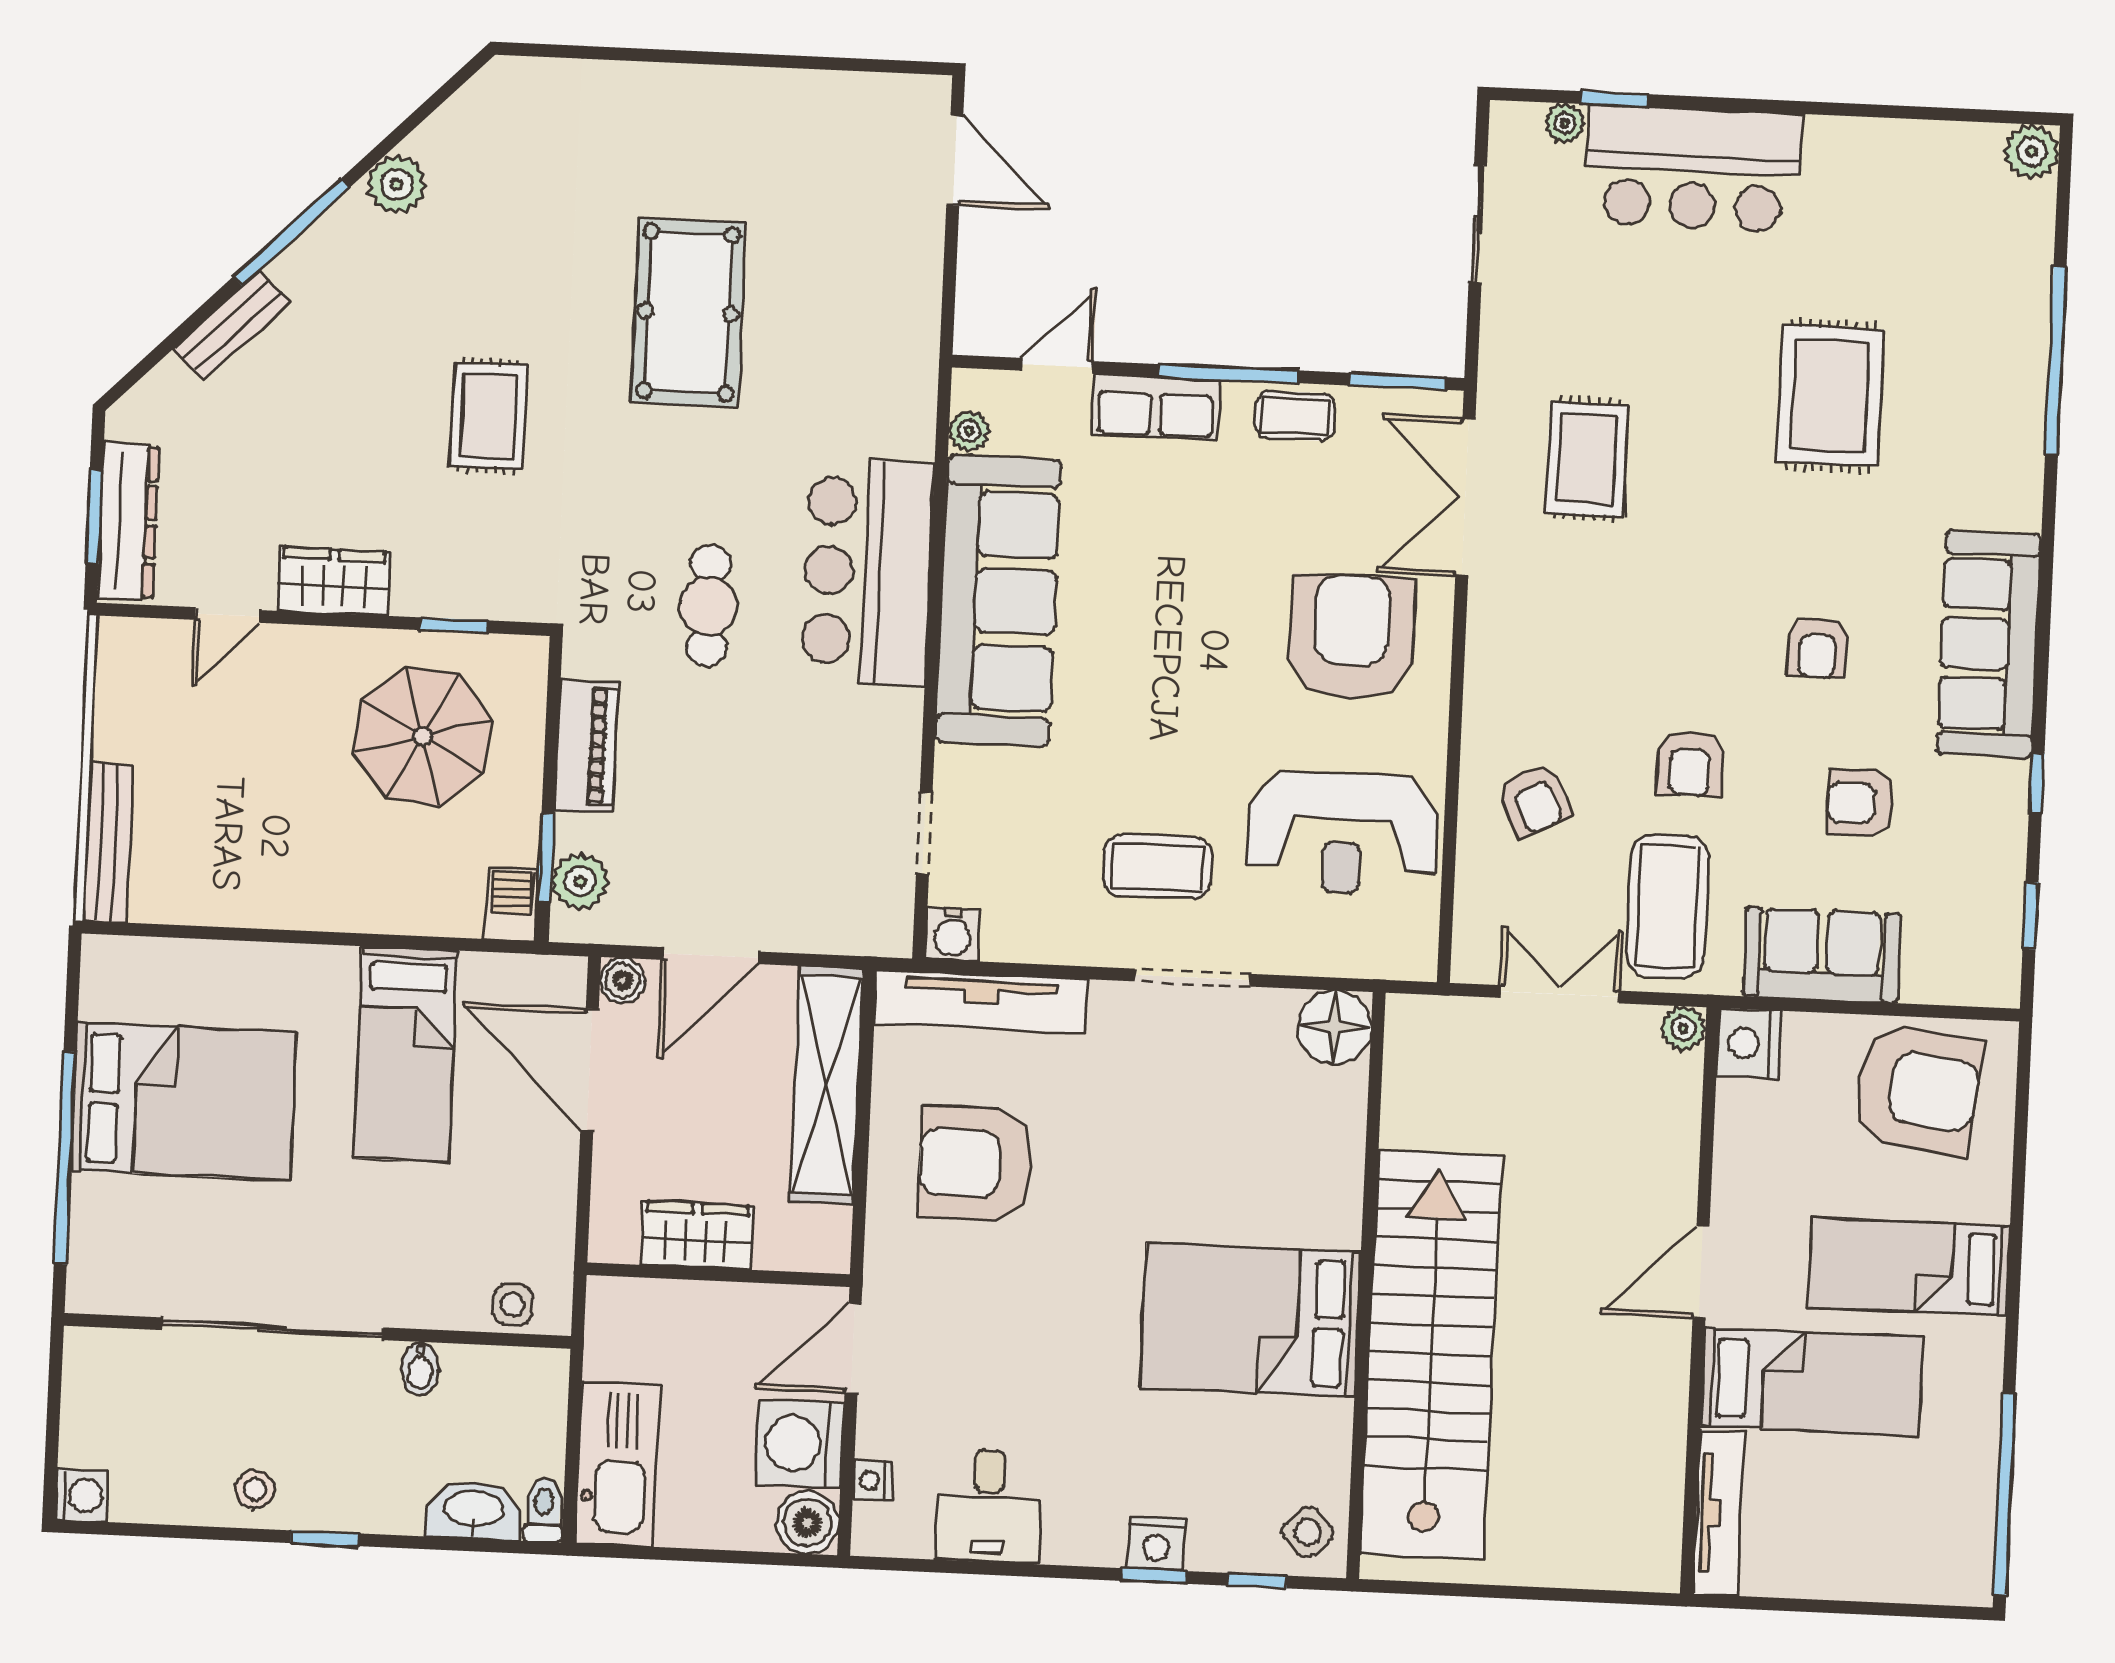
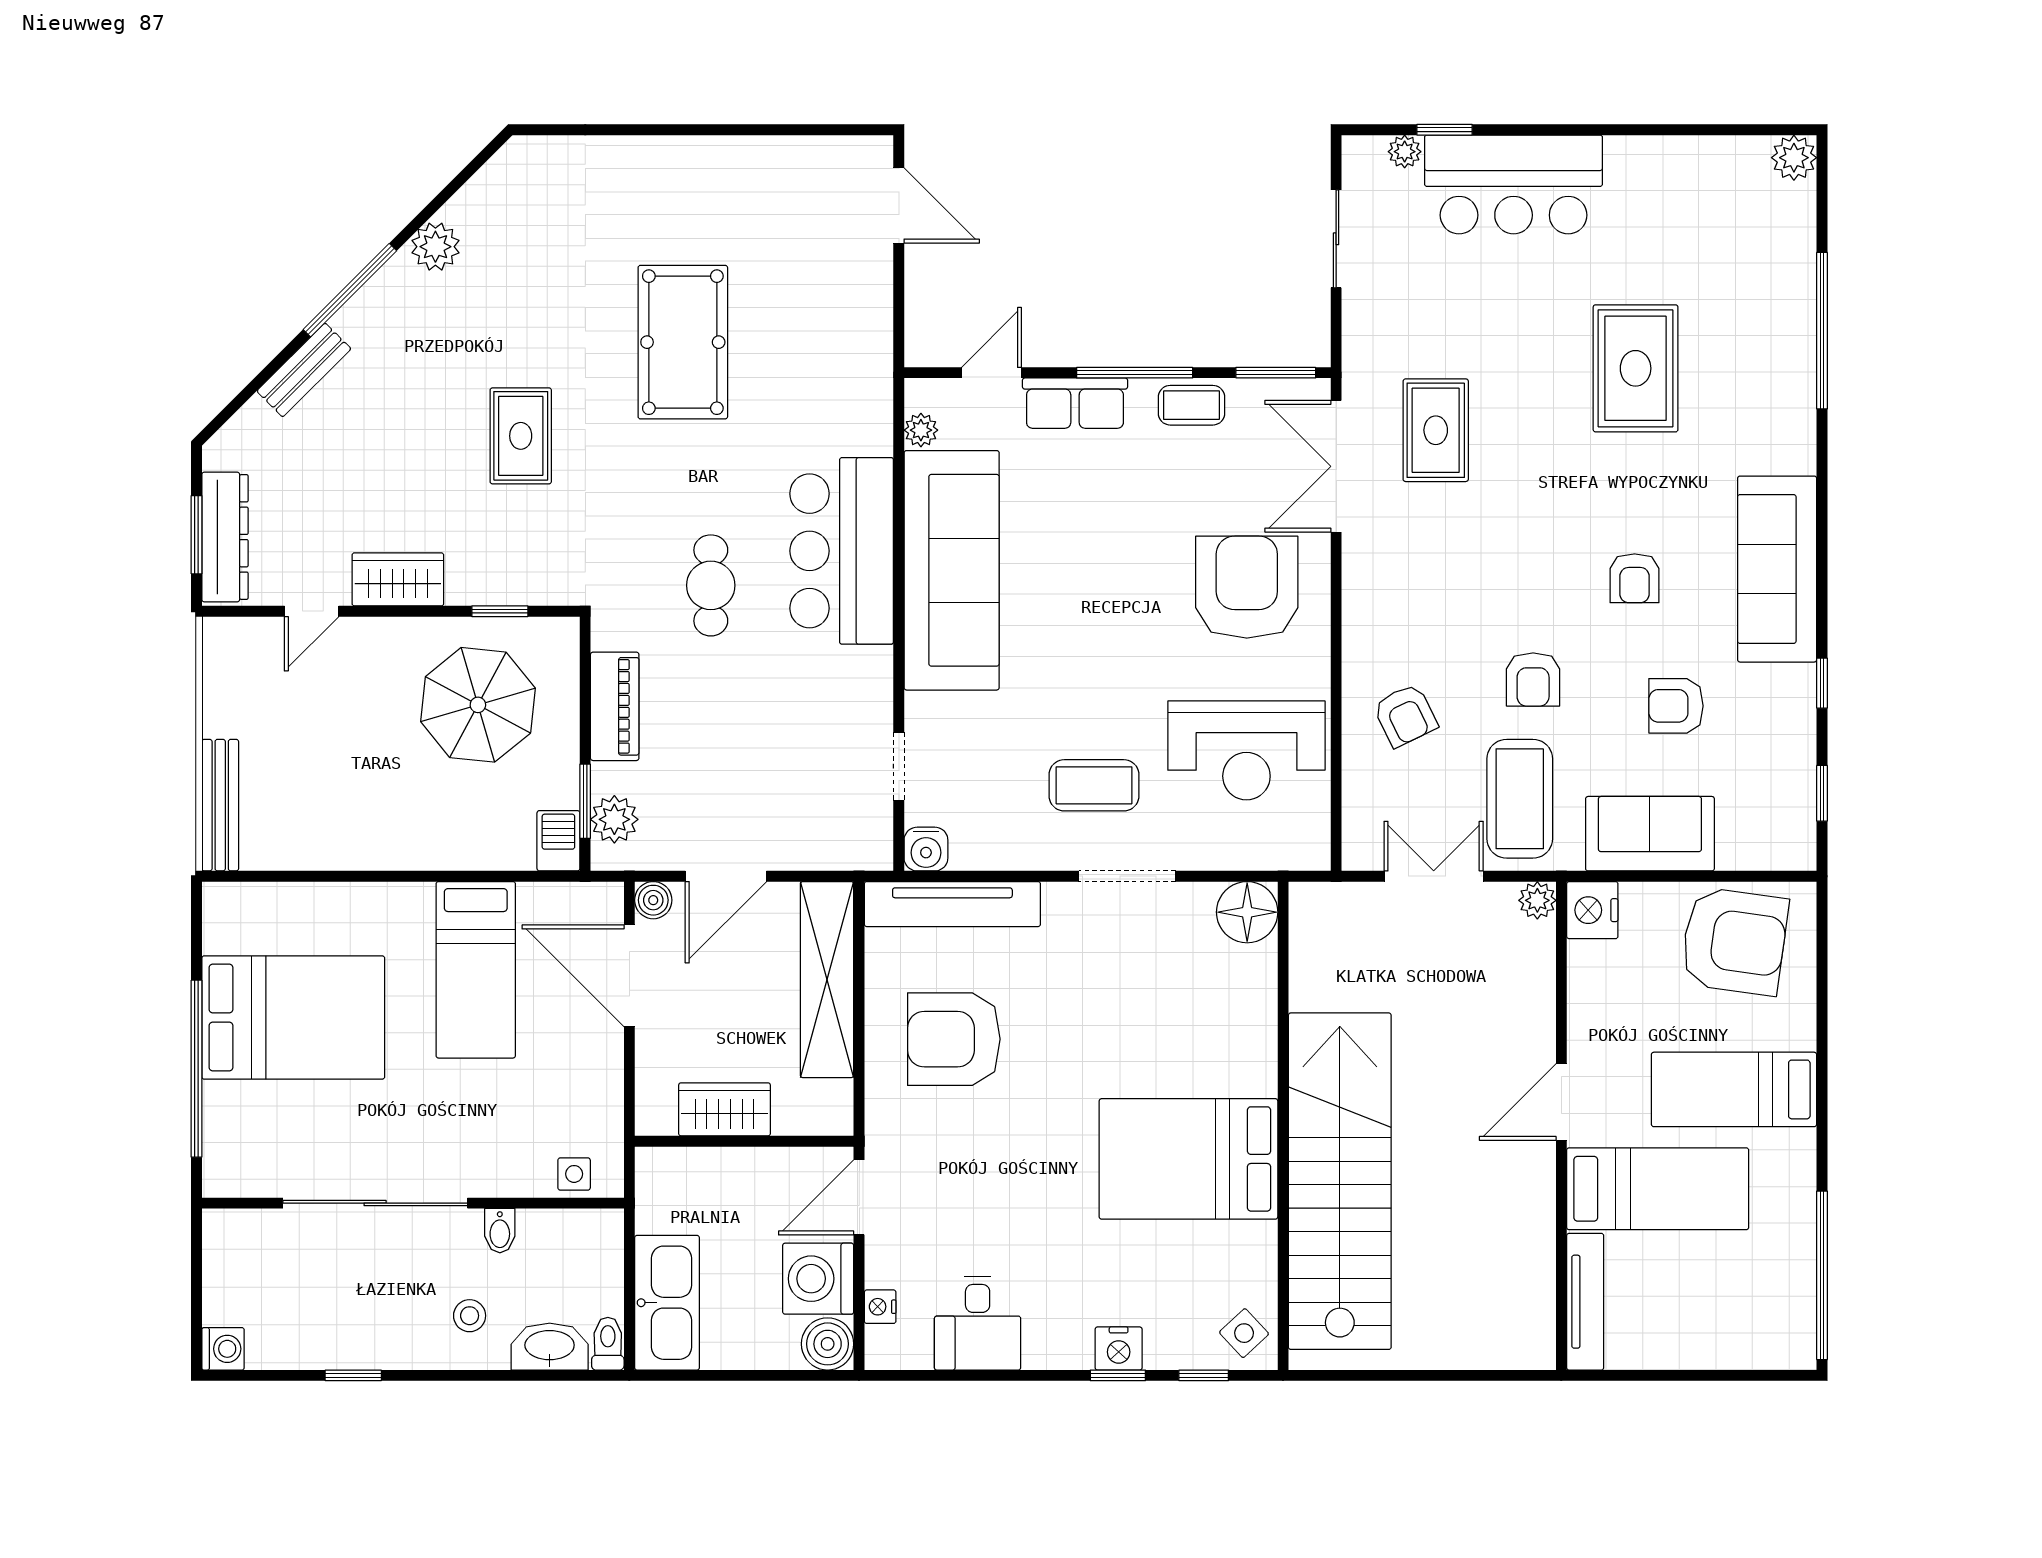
stool: (255, 1489) -> (470, 1316), moved
window: (325, 1538) -> (353, 1375), moved

